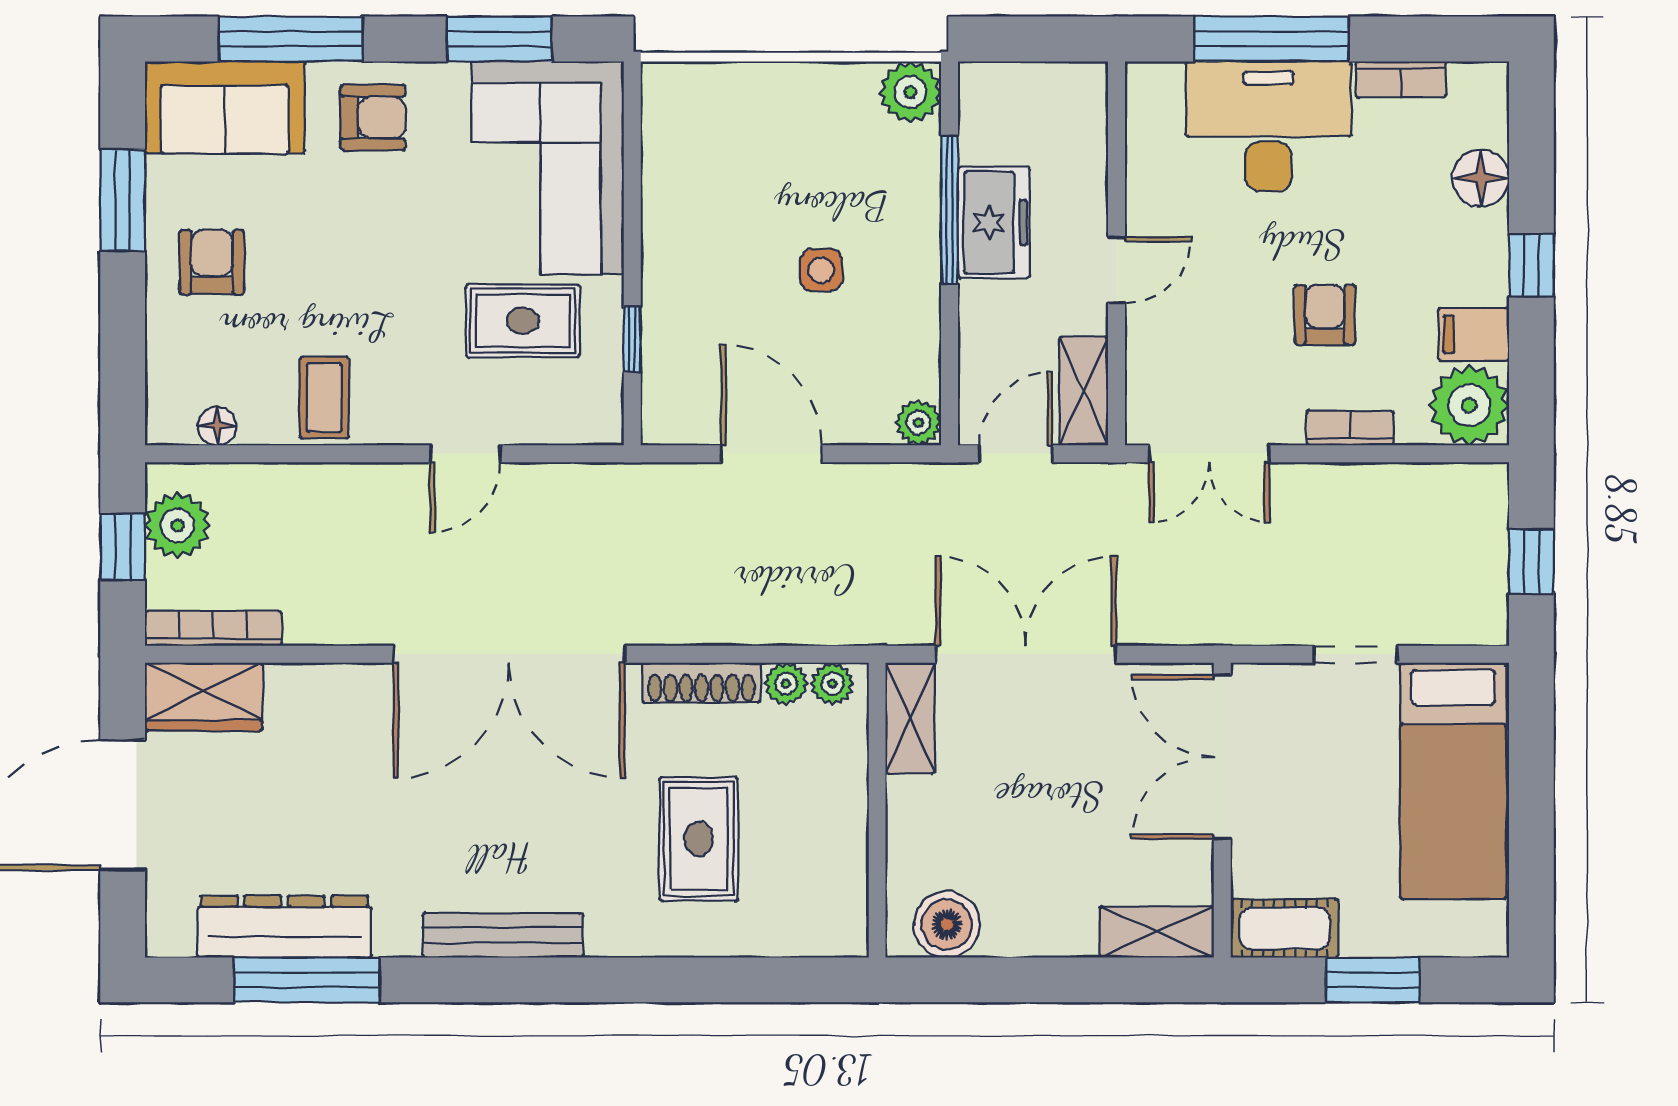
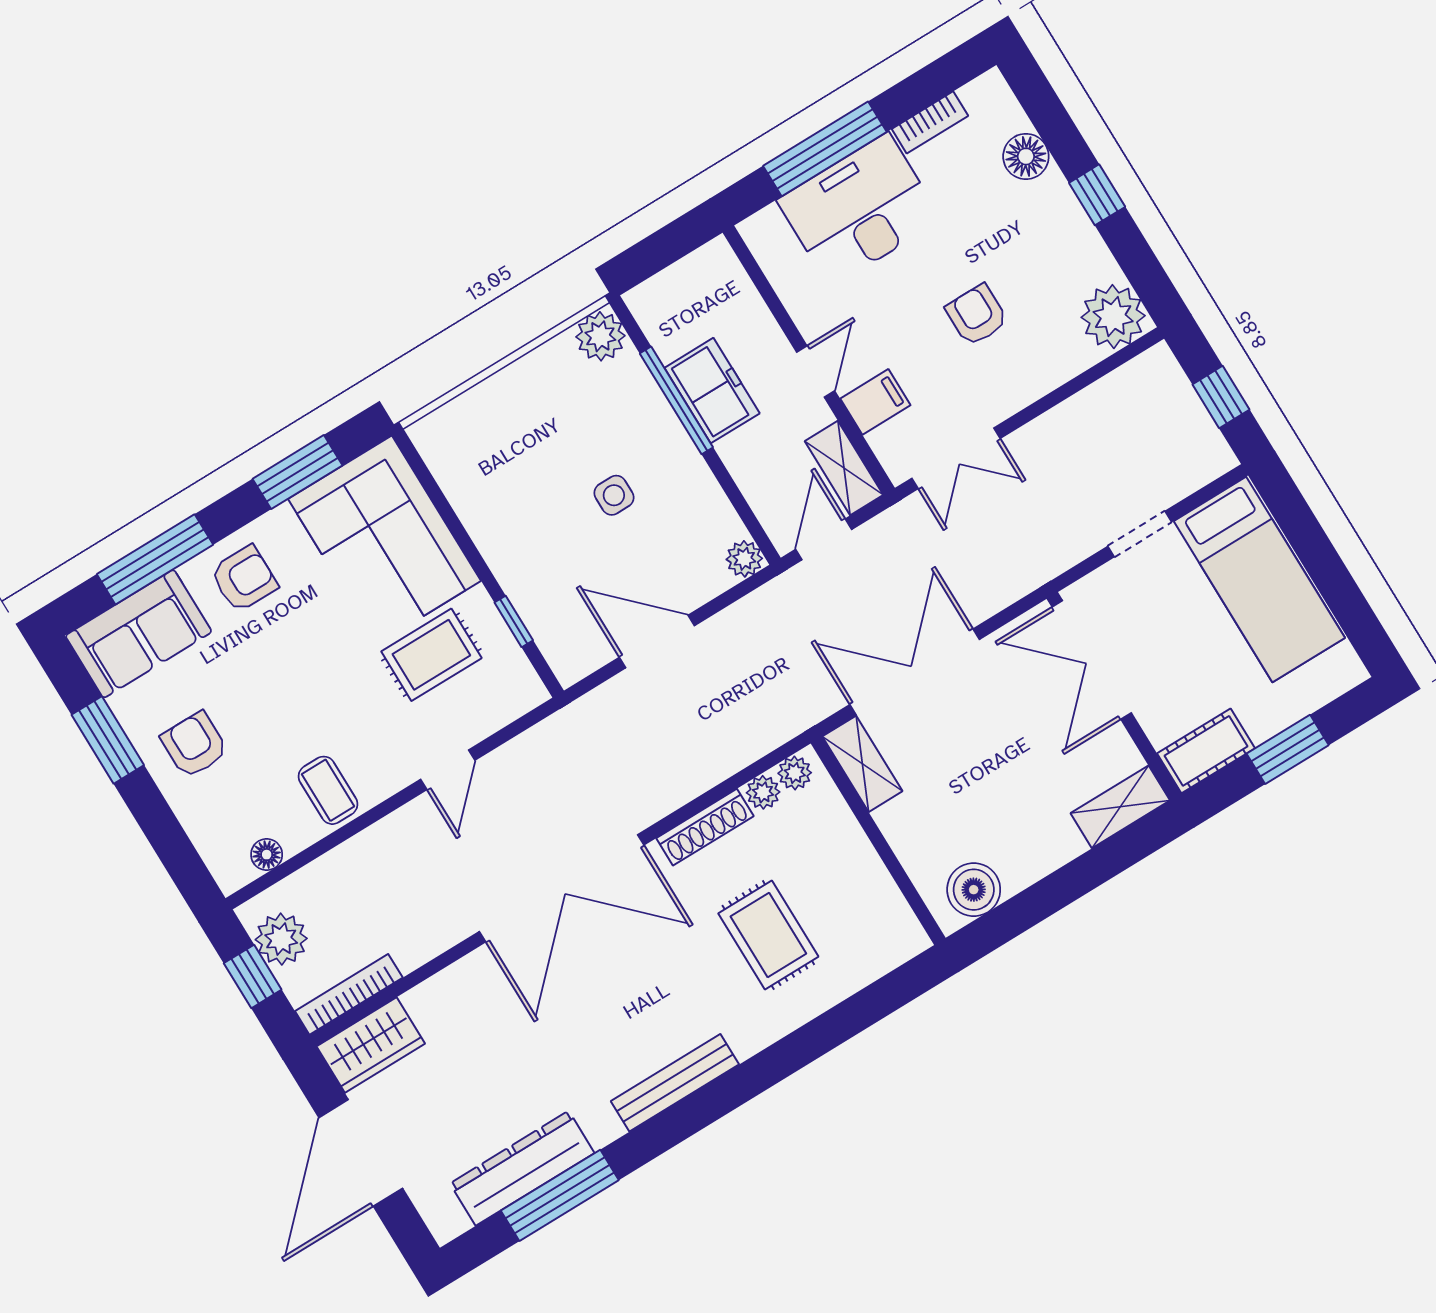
filing cabinet: (1474, 334) -> (875, 402), moved, turned 180
bookcase: (1350, 428) -> (1041, 382), removed

